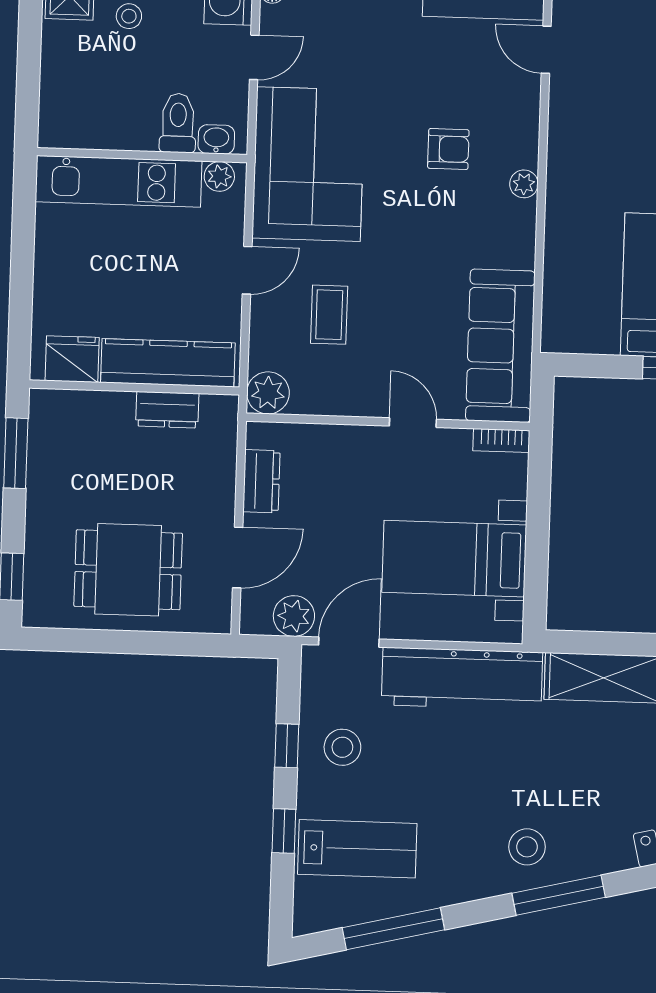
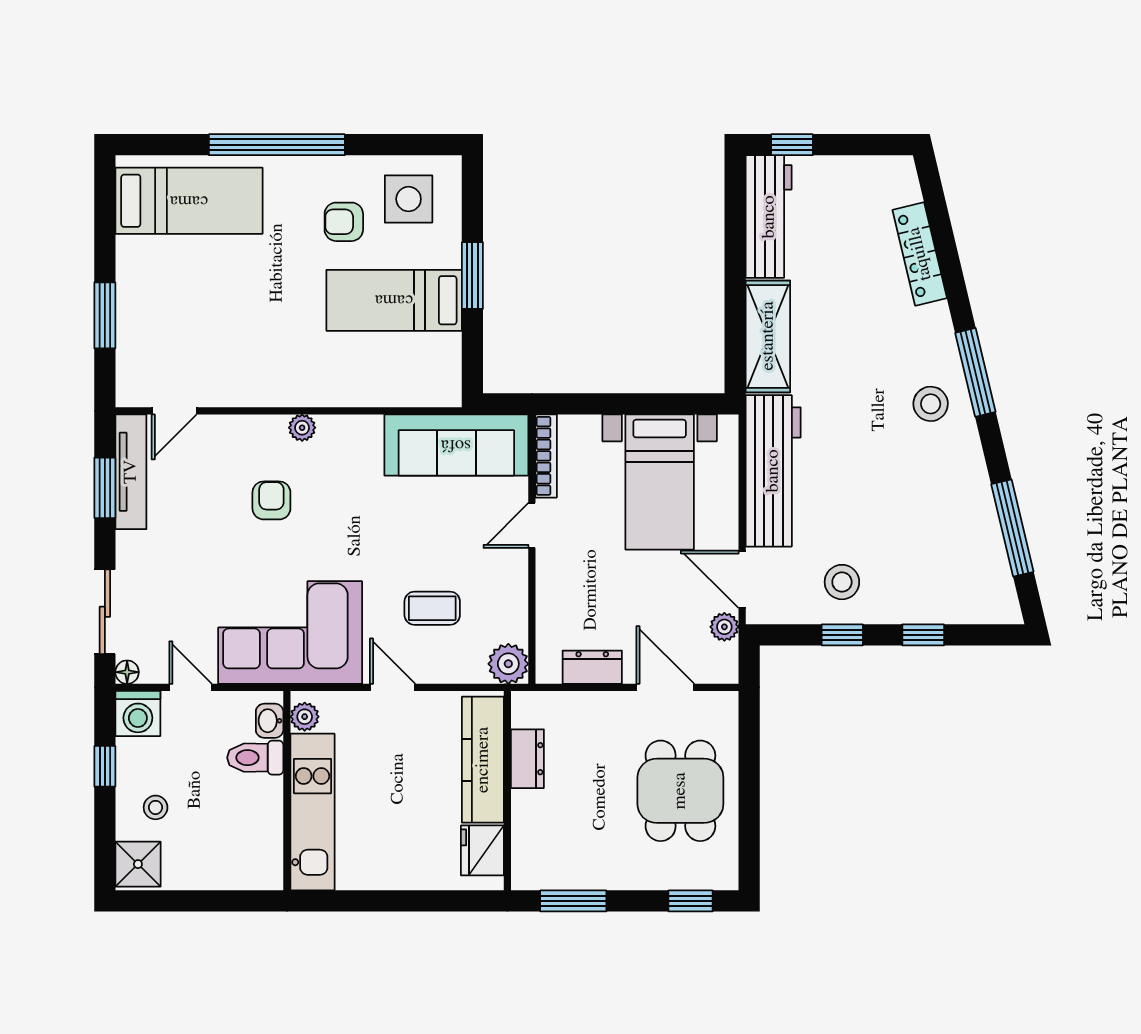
bookcase: (501, 440) -> (546, 456), width x1.56
plant: (294, 616) -> (724, 627), width x0.73, depth x0.73
lab bench: (357, 849) -> (938, 565), removed

